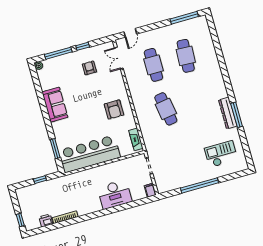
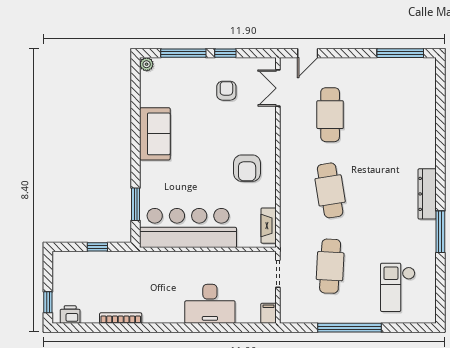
cafe table: (186, 56) -> (330, 266), moved
dresser: (228, 113) -> (427, 194), moved
checkout: (221, 154) -> (398, 287), turned -90
printer: (46, 220) -> (70, 315), moved

